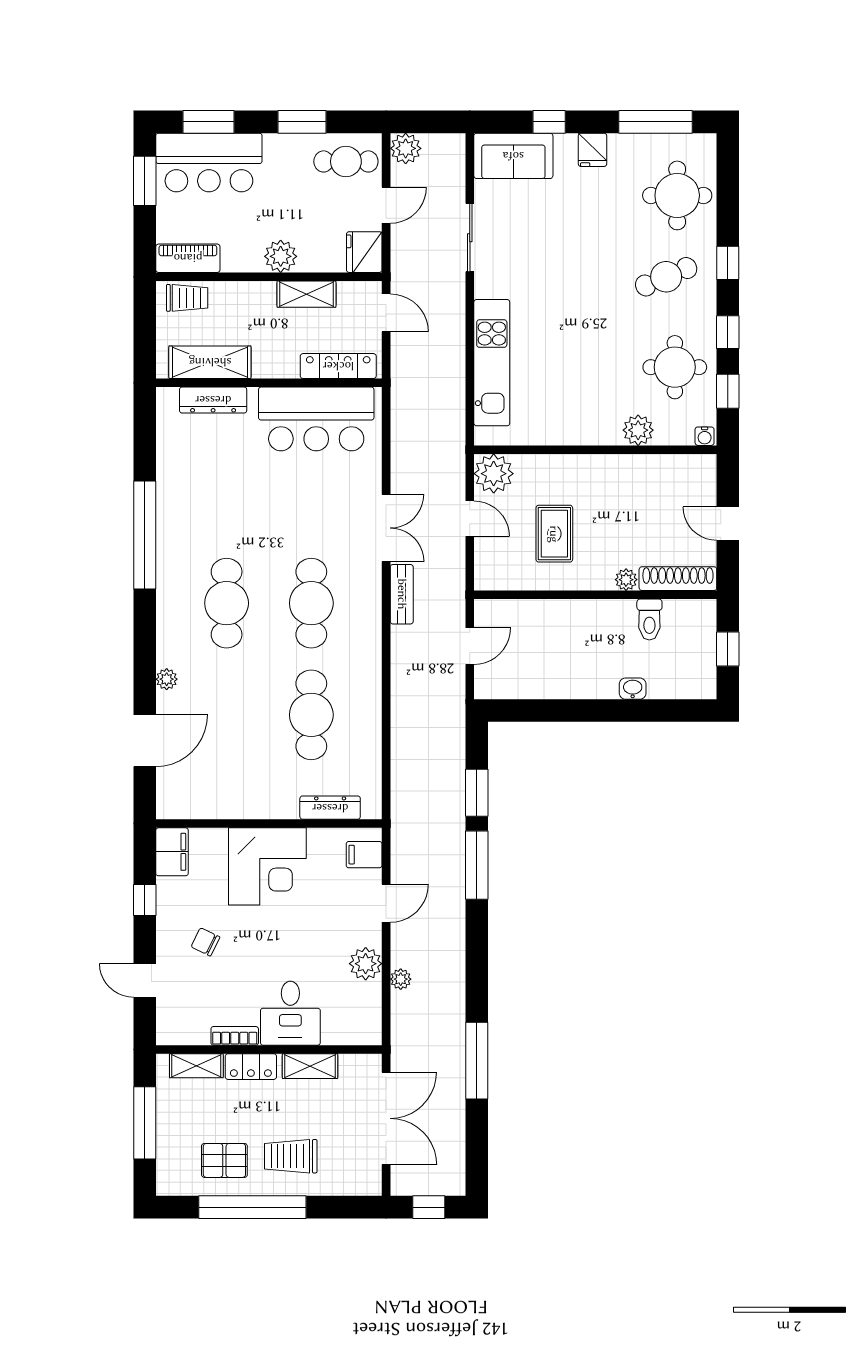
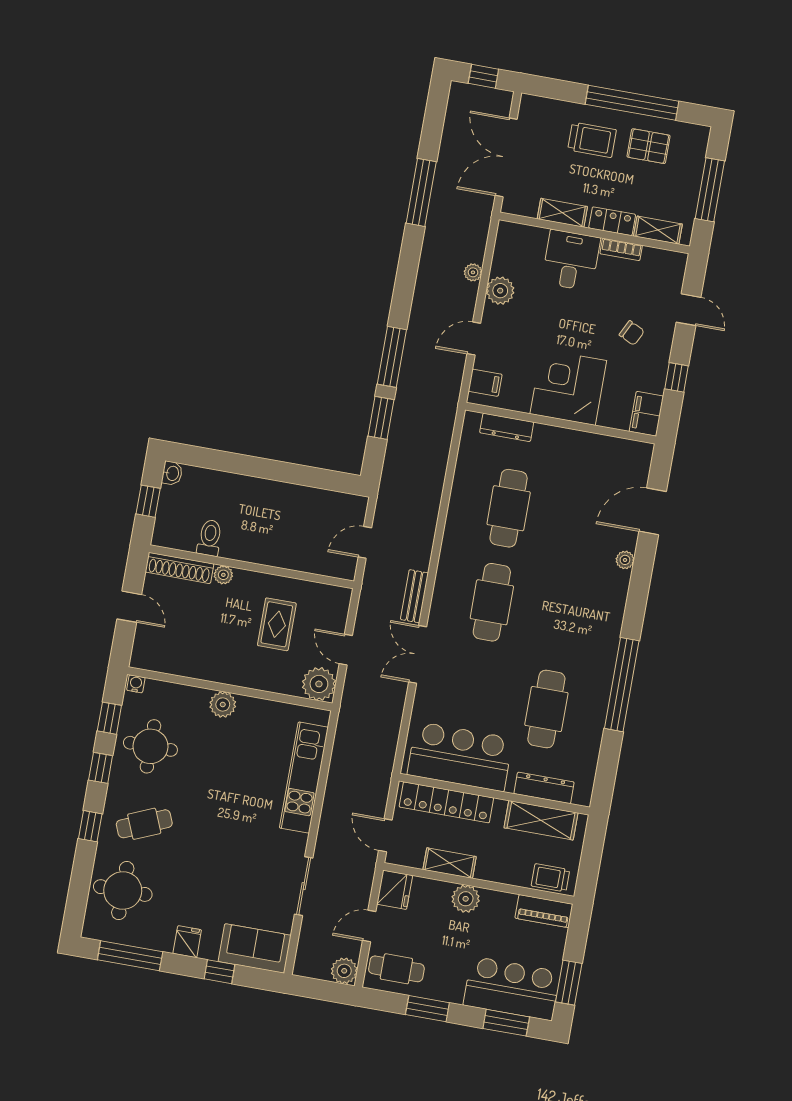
locker: (338, 366) -> (446, 802), width x1.41, depth x1.21
plant: (638, 430) -> (223, 704), moved
cafe table: (227, 603) -> (546, 709), moved
washbasin: (633, 689) -> (172, 473), moved, turned -90

